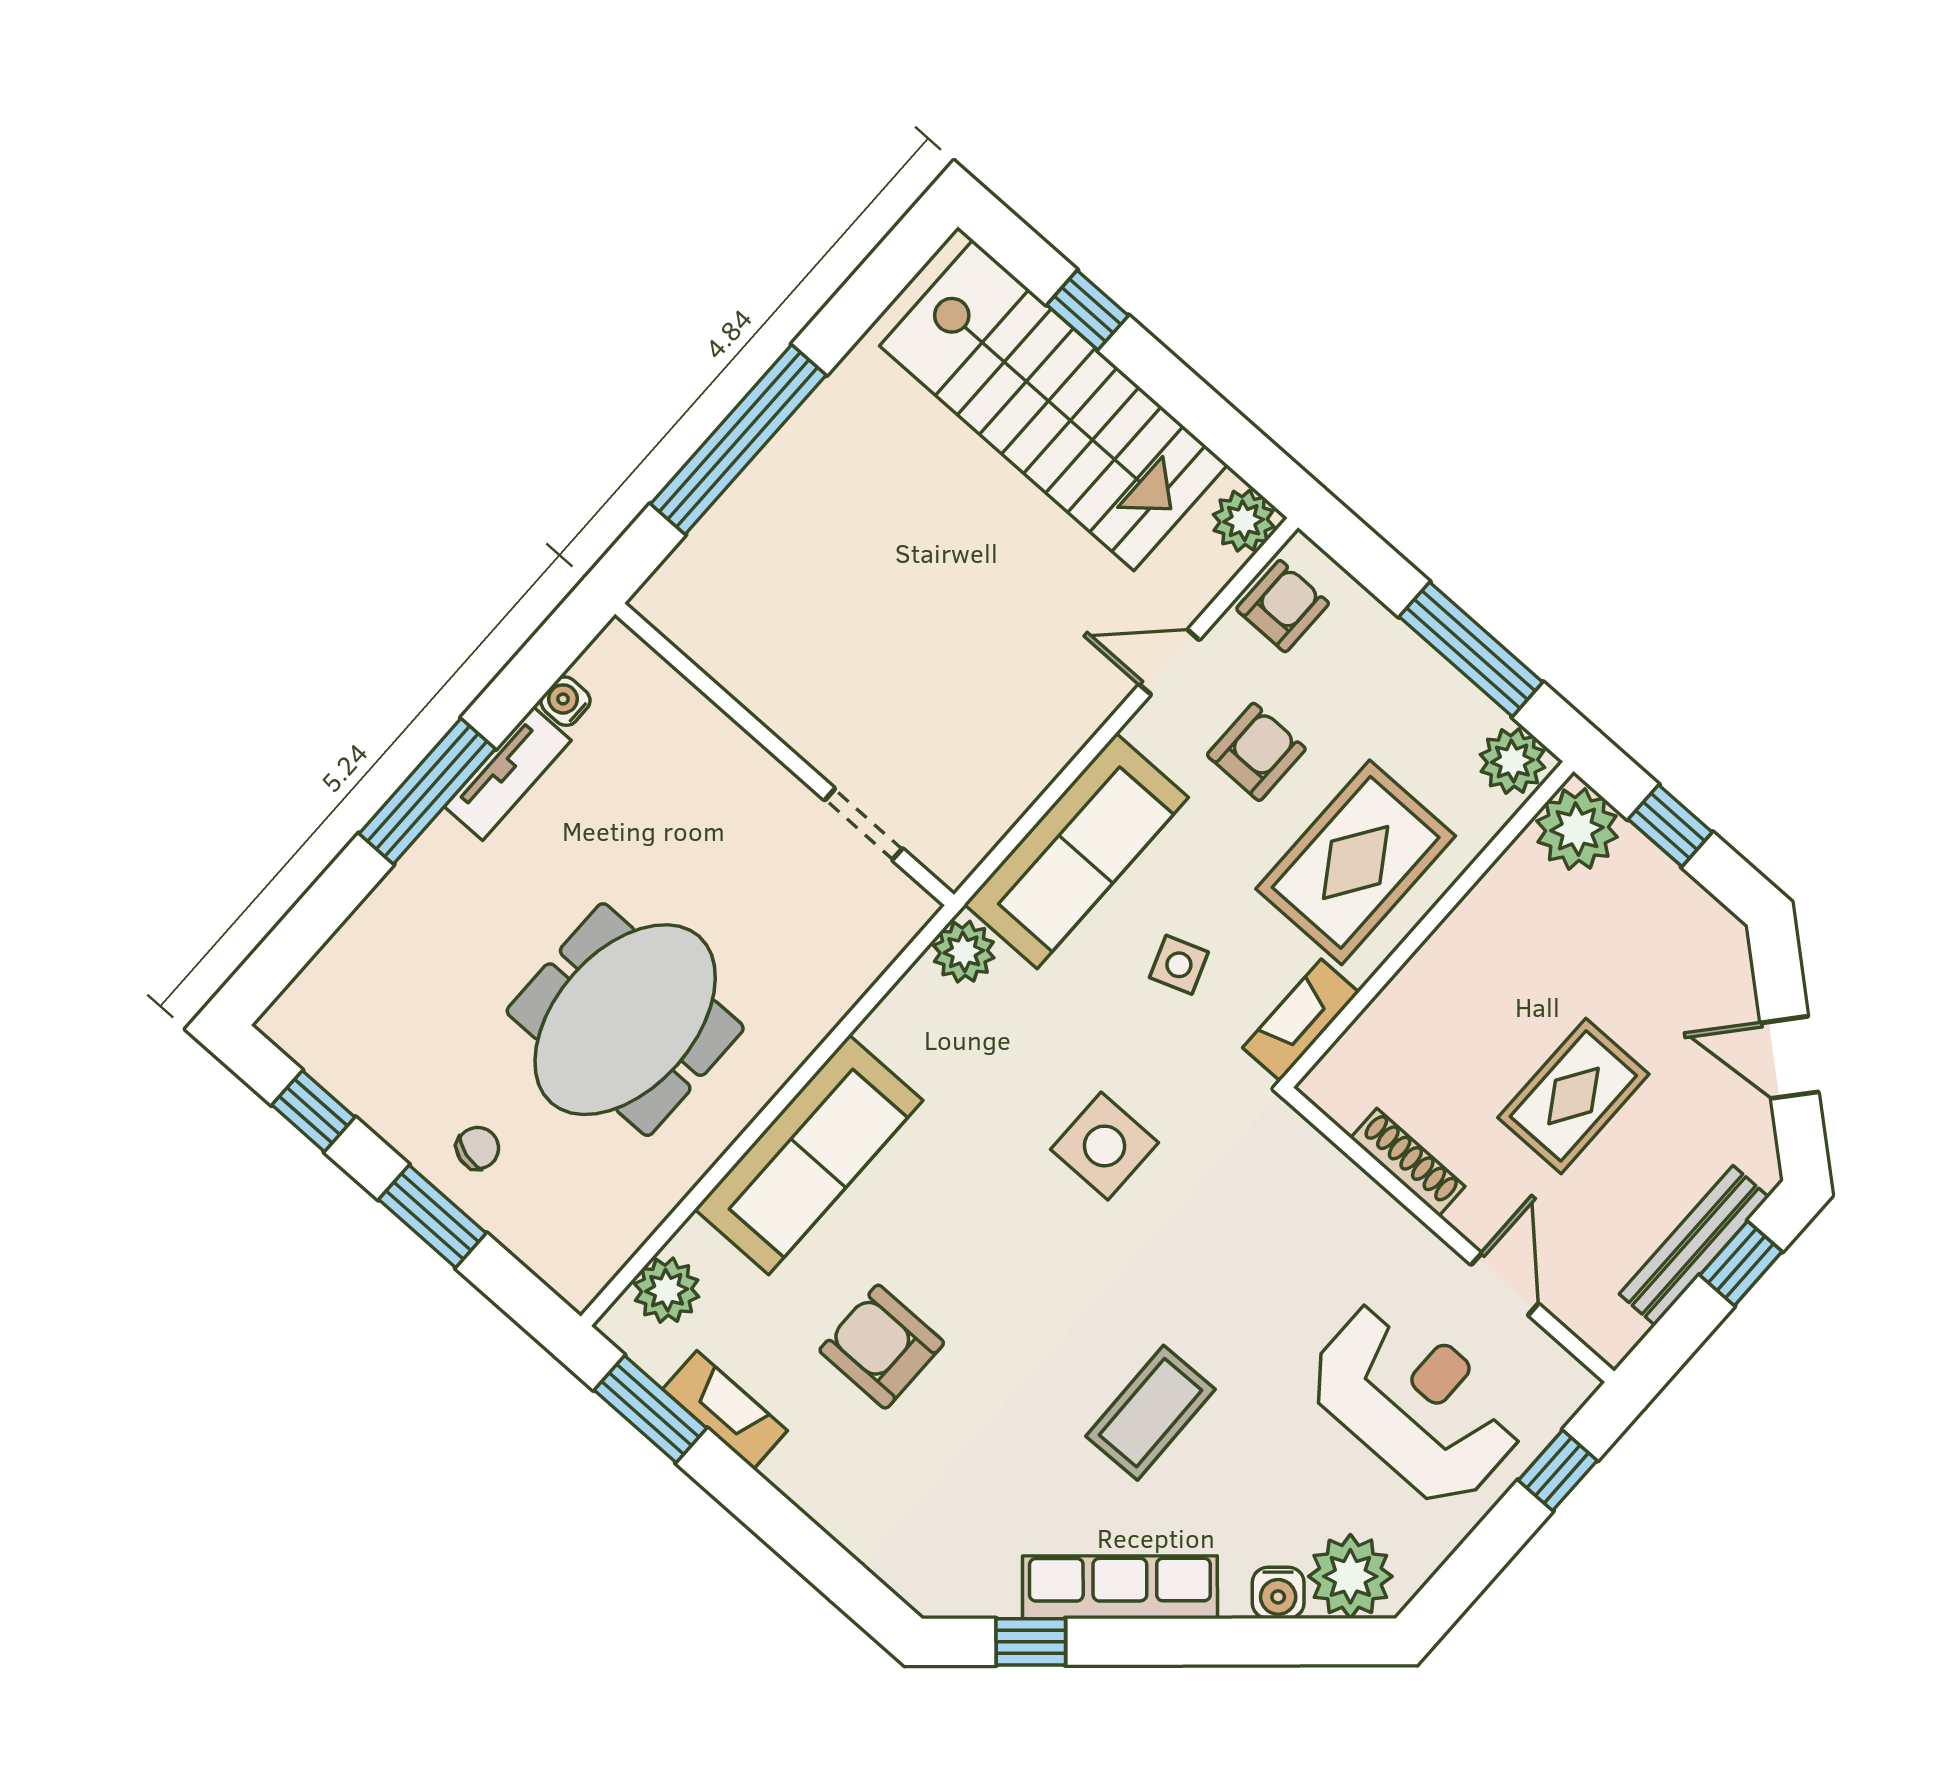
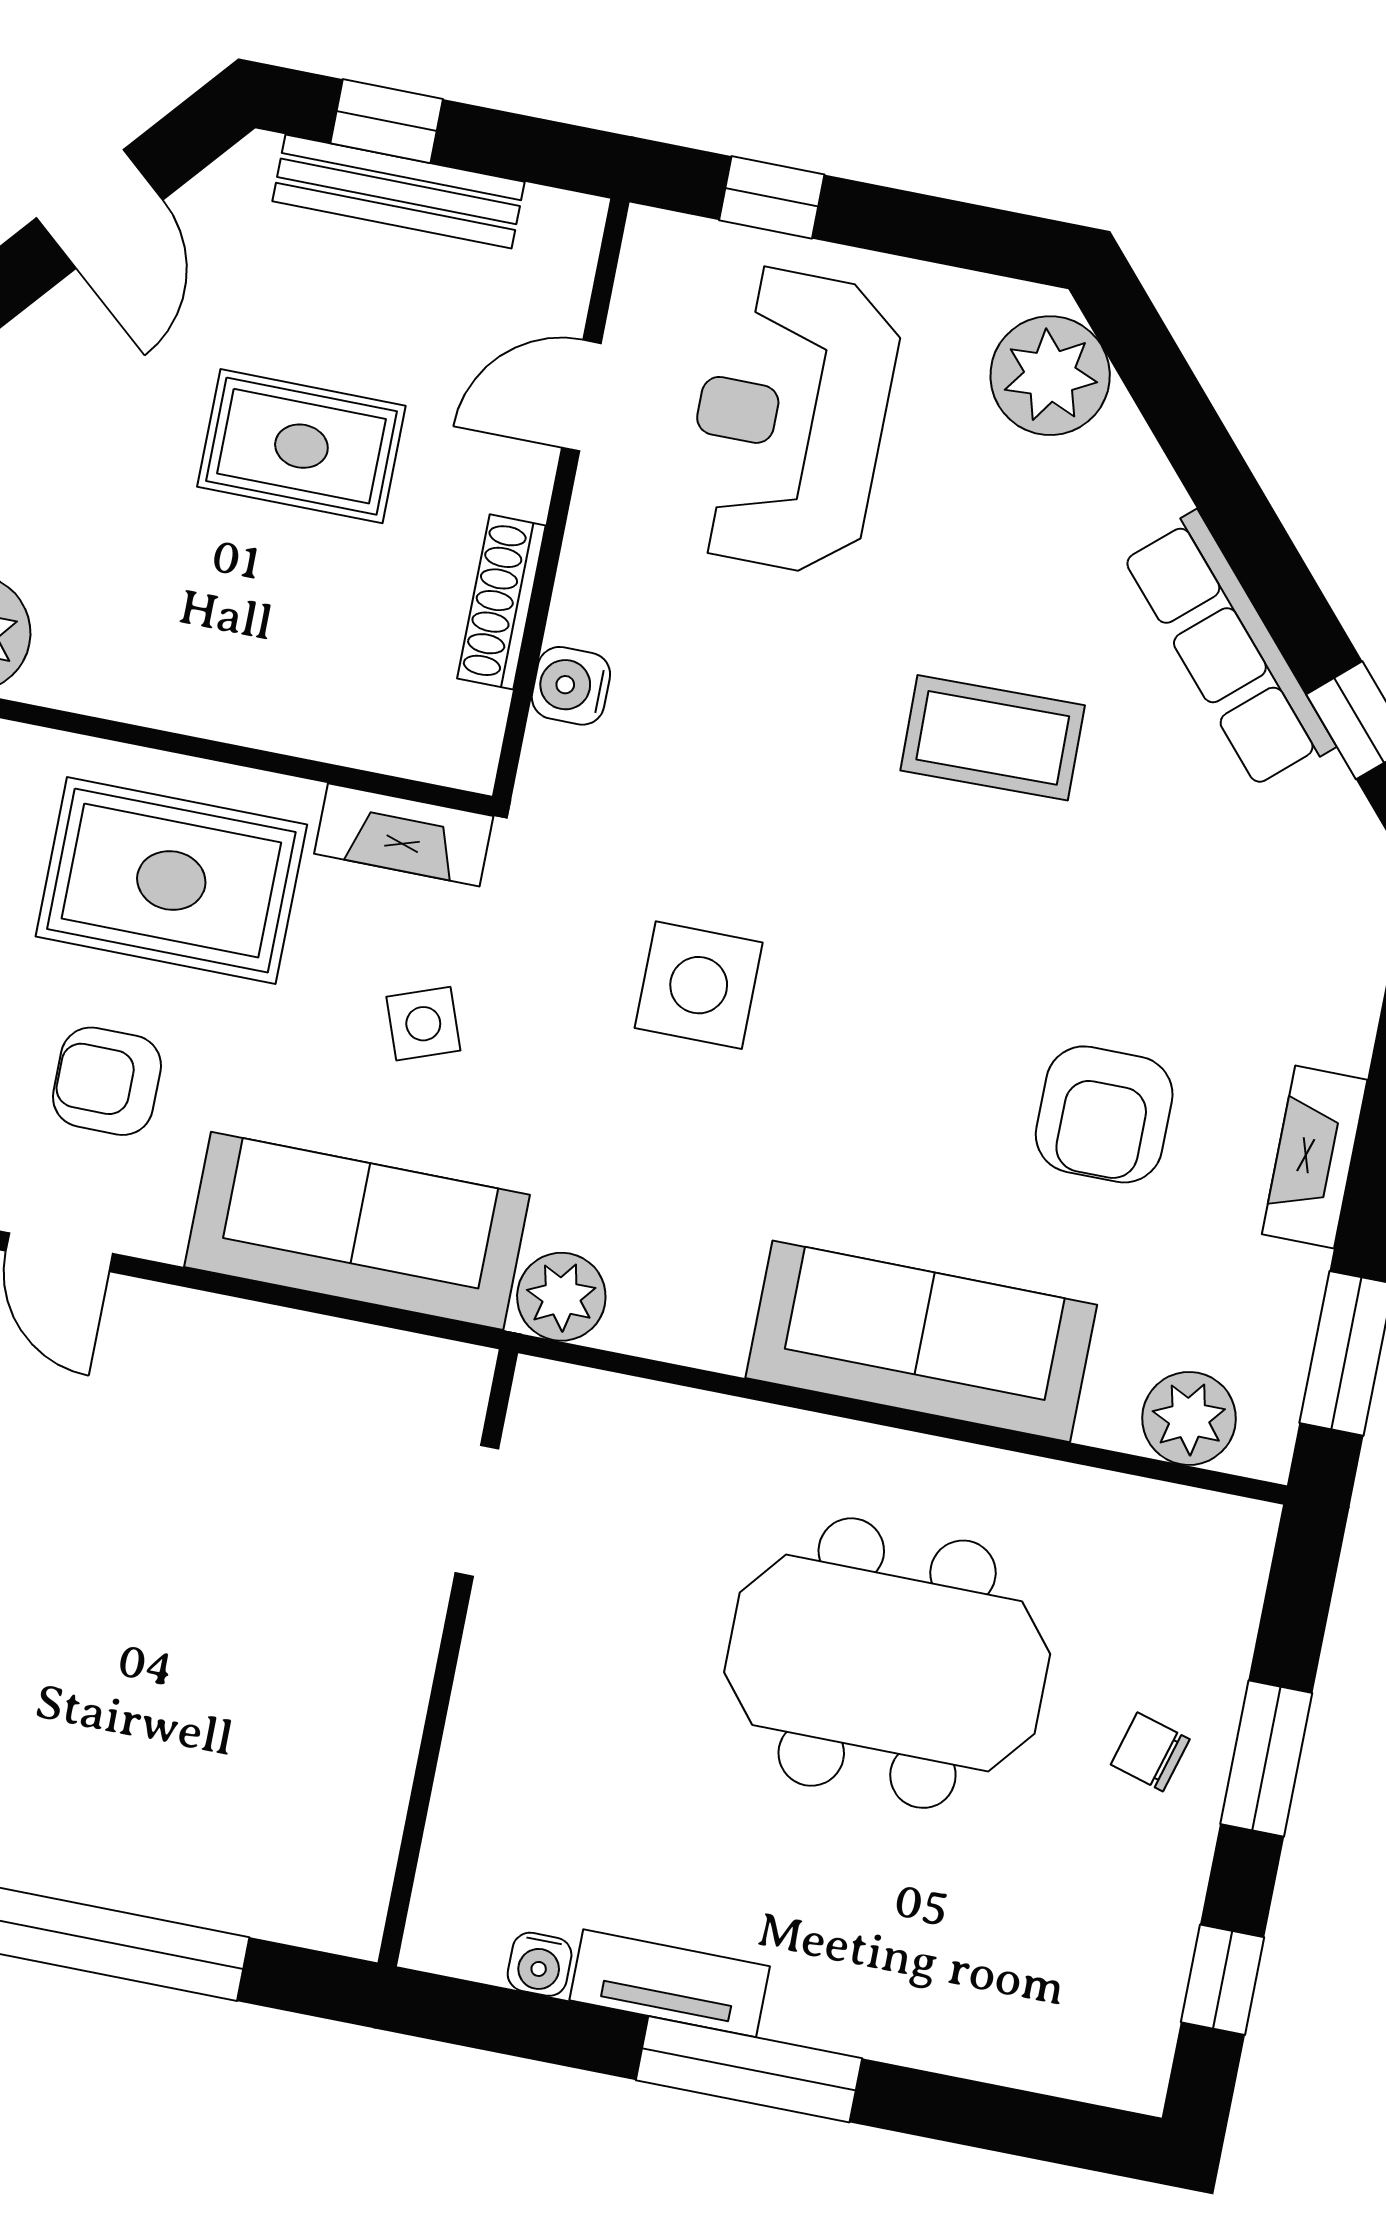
fireplace: (725, 1410) -> (1315, 1157), moved
water cooler: (1278, 1593) -> (571, 686), moved, turned -138

